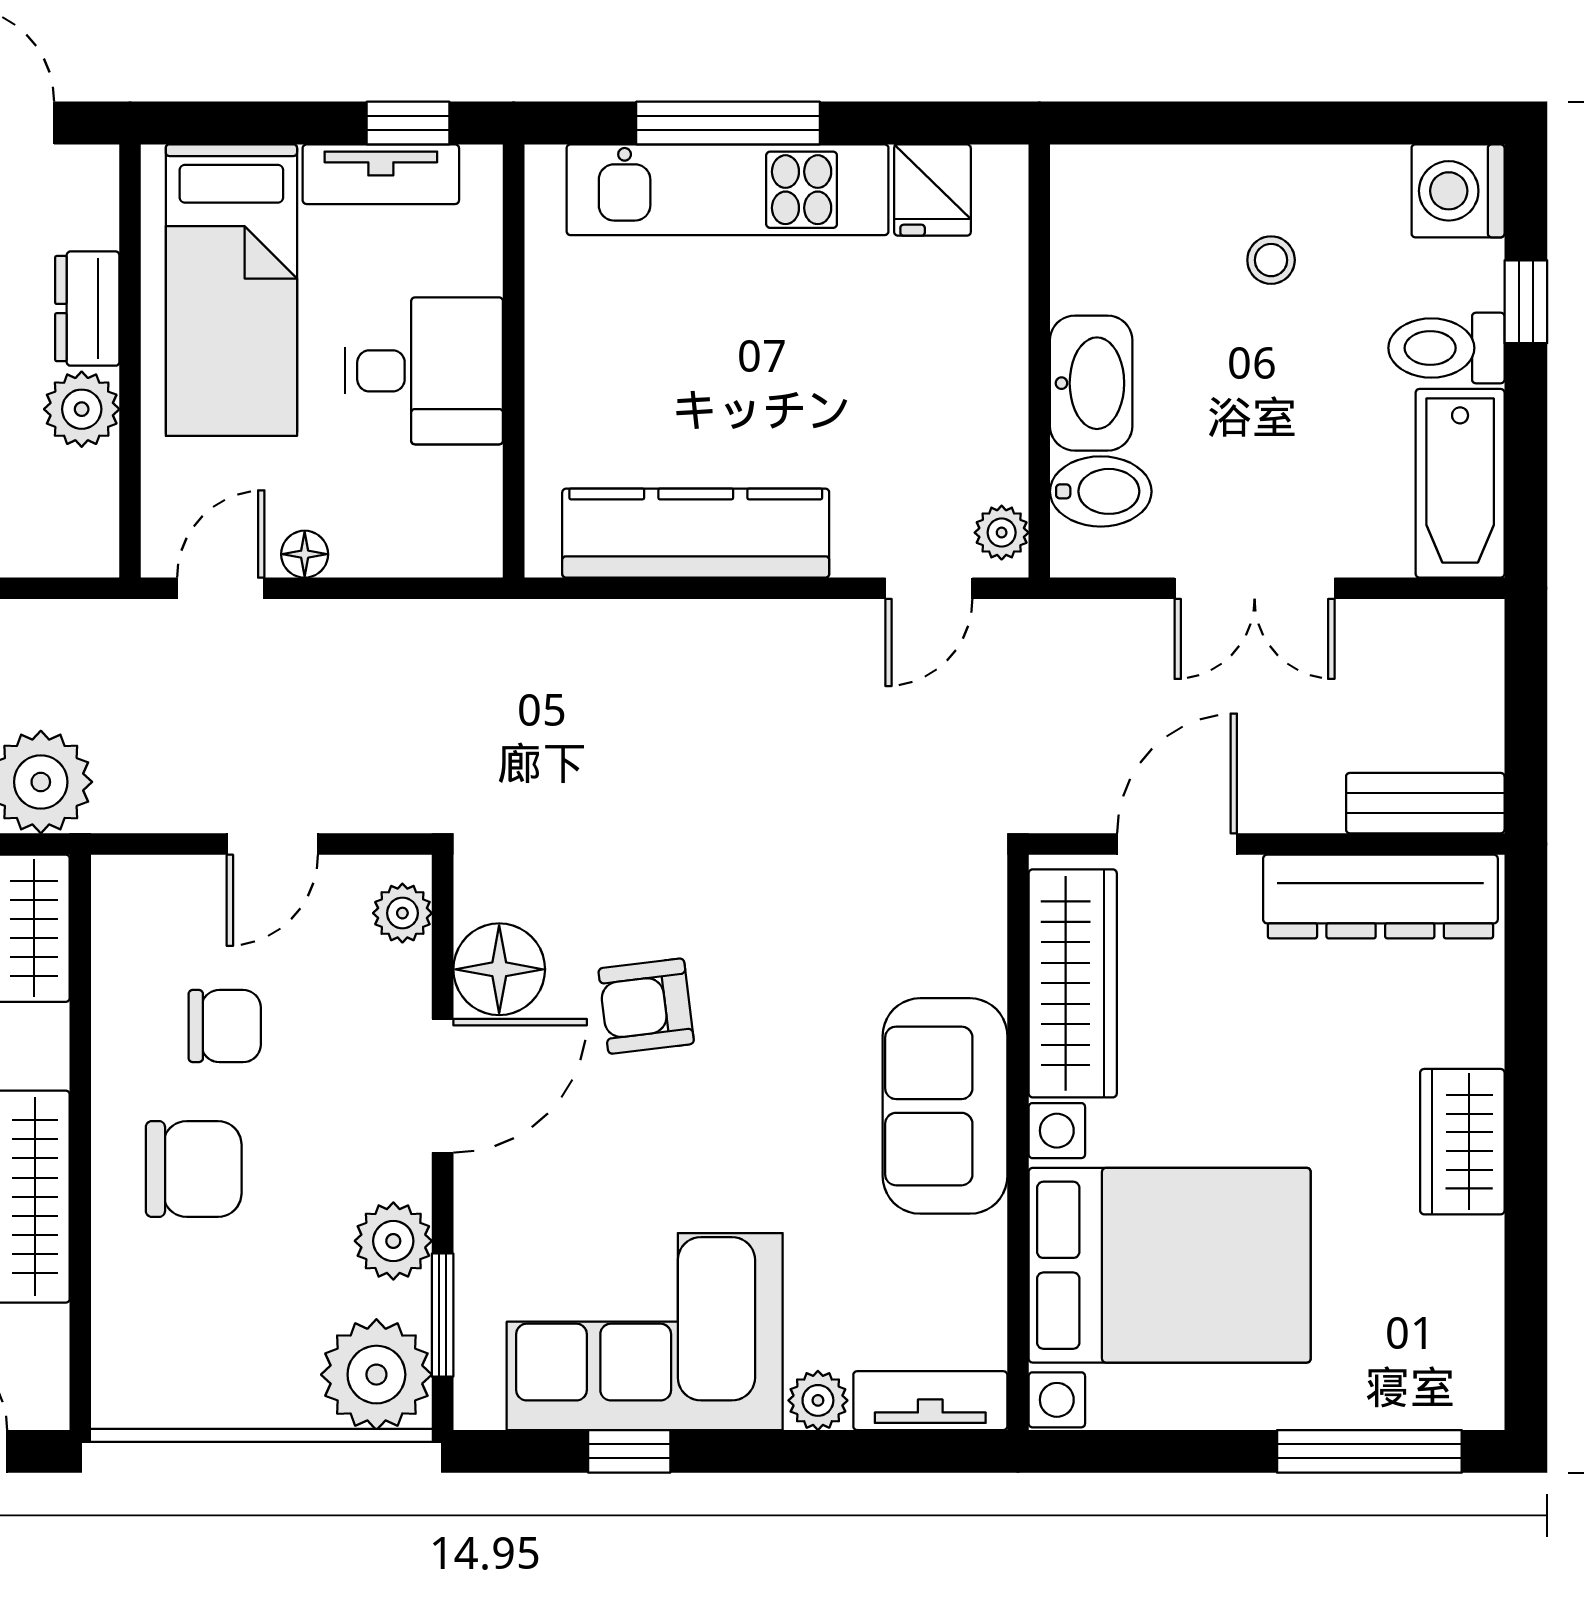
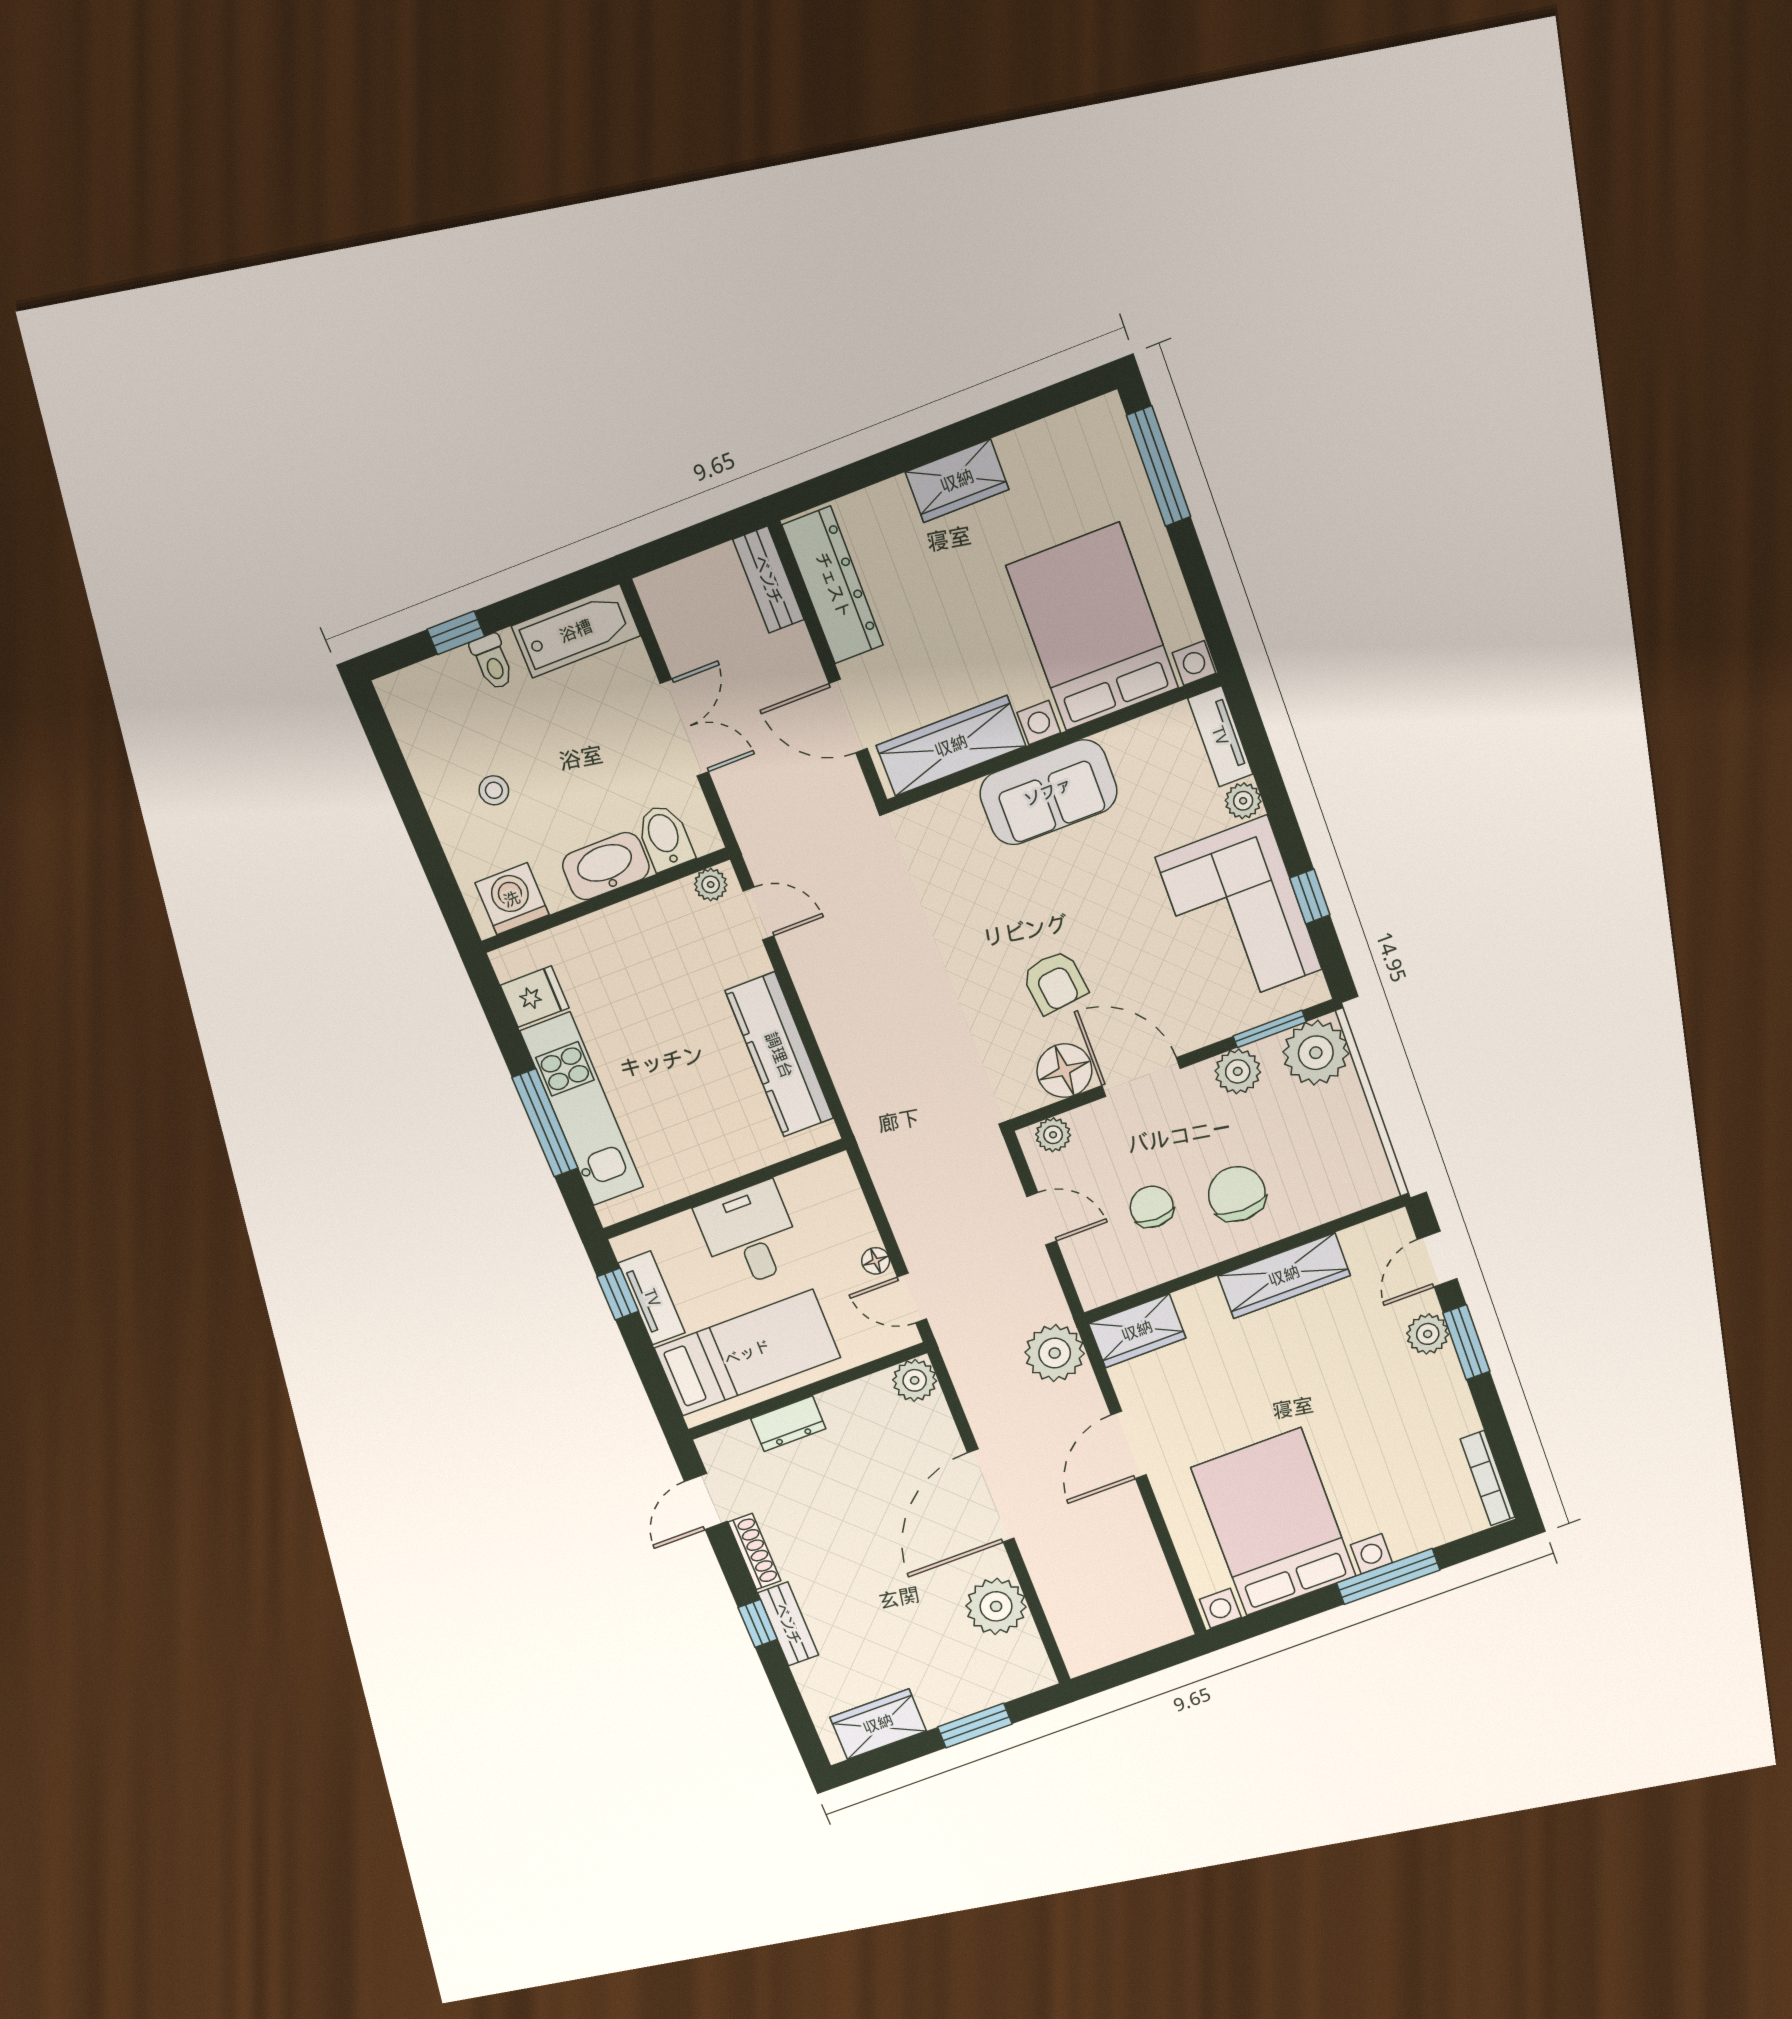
washing machine: (1458, 191) -> (512, 899), moved, turned 180
toilet: (1446, 348) -> (492, 662), width x0.73, depth x0.72
plant: (82, 409) -> (915, 1380), moved

